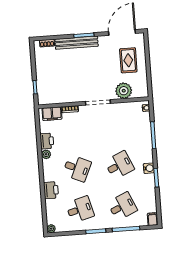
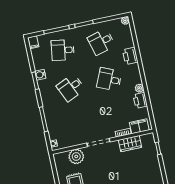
wardrobe: (64, 97) -> (130, 144), added
water cooler: (149, 168) -> (40, 75), moved
desk: (122, 206) -> (63, 50), turned 33

